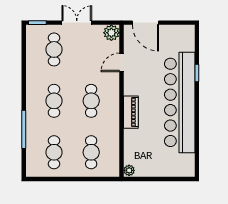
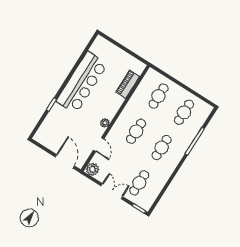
double door: (77, 23) -> (112, 191), swing flipped
door: (121, 62) -> (99, 144), hinge flipped
bar counter: (180, 102) -> (82, 83), width x0.73
piano: (131, 112) -> (128, 84), moved
plant: (129, 170) -> (105, 123), moved

